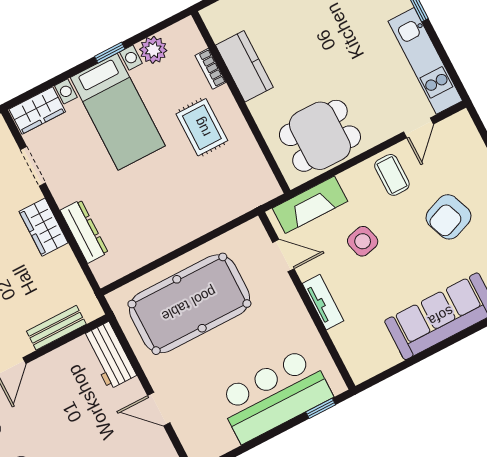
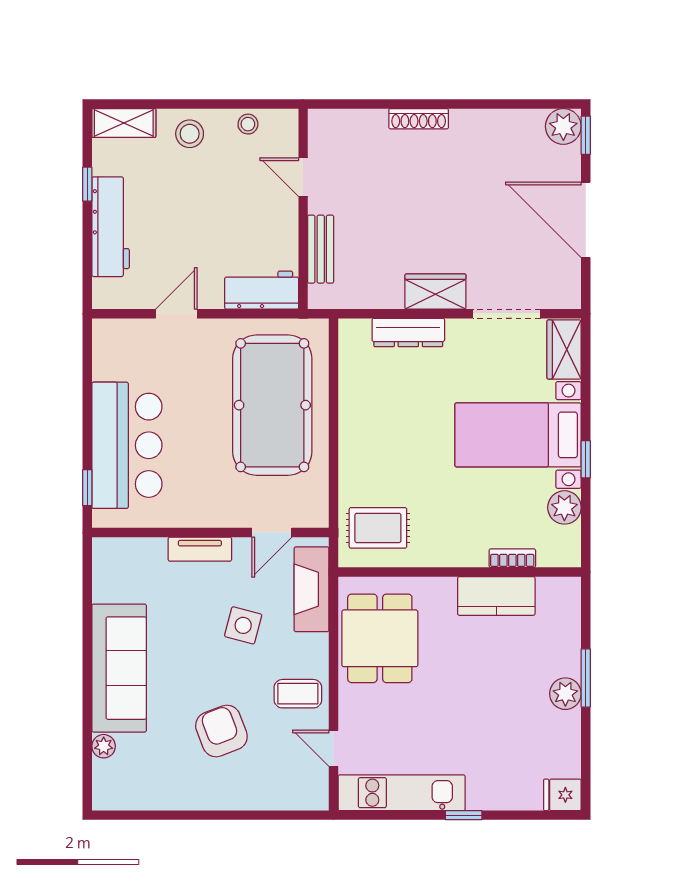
rug: (202, 127) -> (378, 528), moved
doorway: (33, 166) -> (507, 314), width x1.38
side table: (363, 241) -> (243, 625), turned 30

